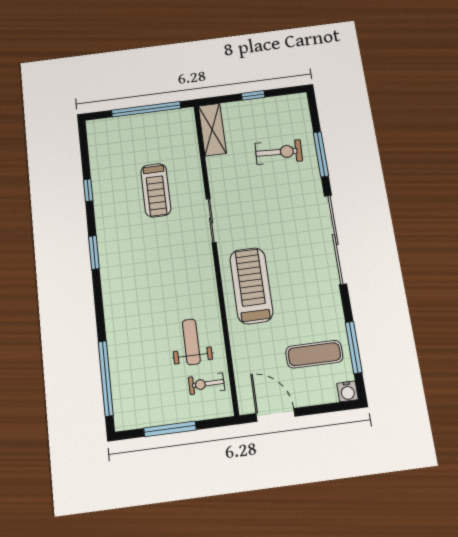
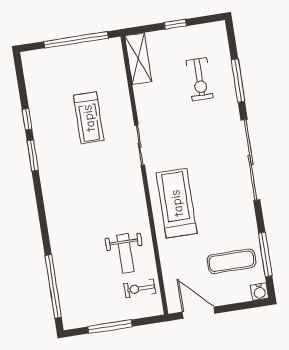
exercise bike: (279, 152) -> (200, 79), turned 87
window: (94, 252) -> (33, 156), moved
weight bench: (191, 342) -> (125, 253), turned 180

